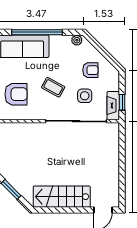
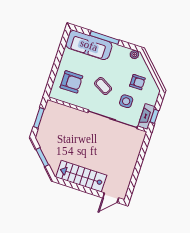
window: (37, 32) -> (105, 38), width x0.68

